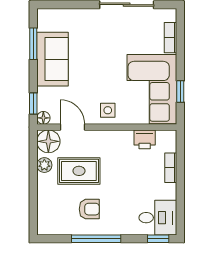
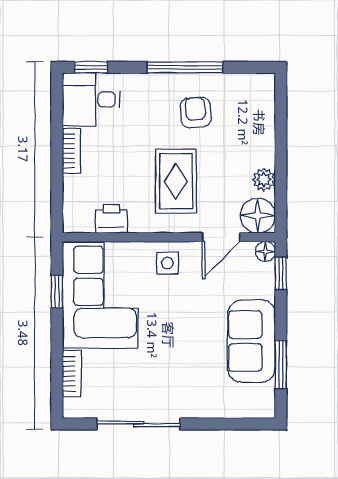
door: (72, 127) -> (221, 237), hinge flipped
bookcase: (171, 168) -> (72, 151), moved
rug: (79, 171) -> (176, 181), moved, turned 90
armchair: (89, 209) -> (196, 113), turned 85

